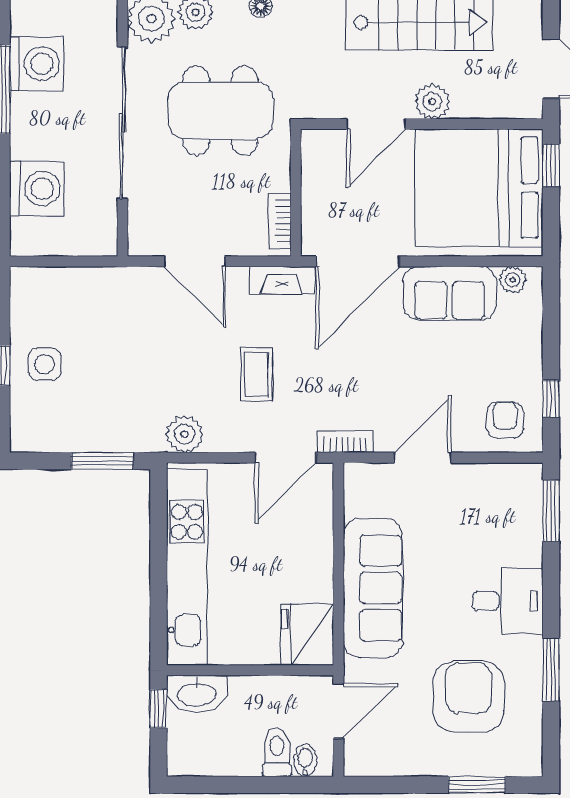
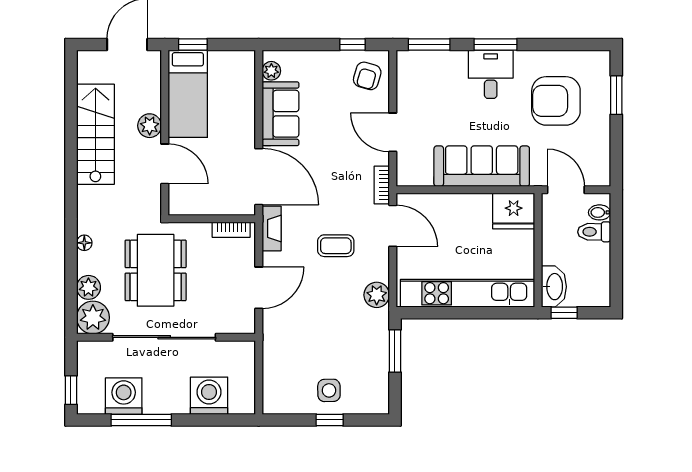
bed: (479, 188) -> (188, 94), width x0.49
armchair: (505, 420) -> (367, 76), turned -74
window: (551, 670) -> (495, 45), moved

